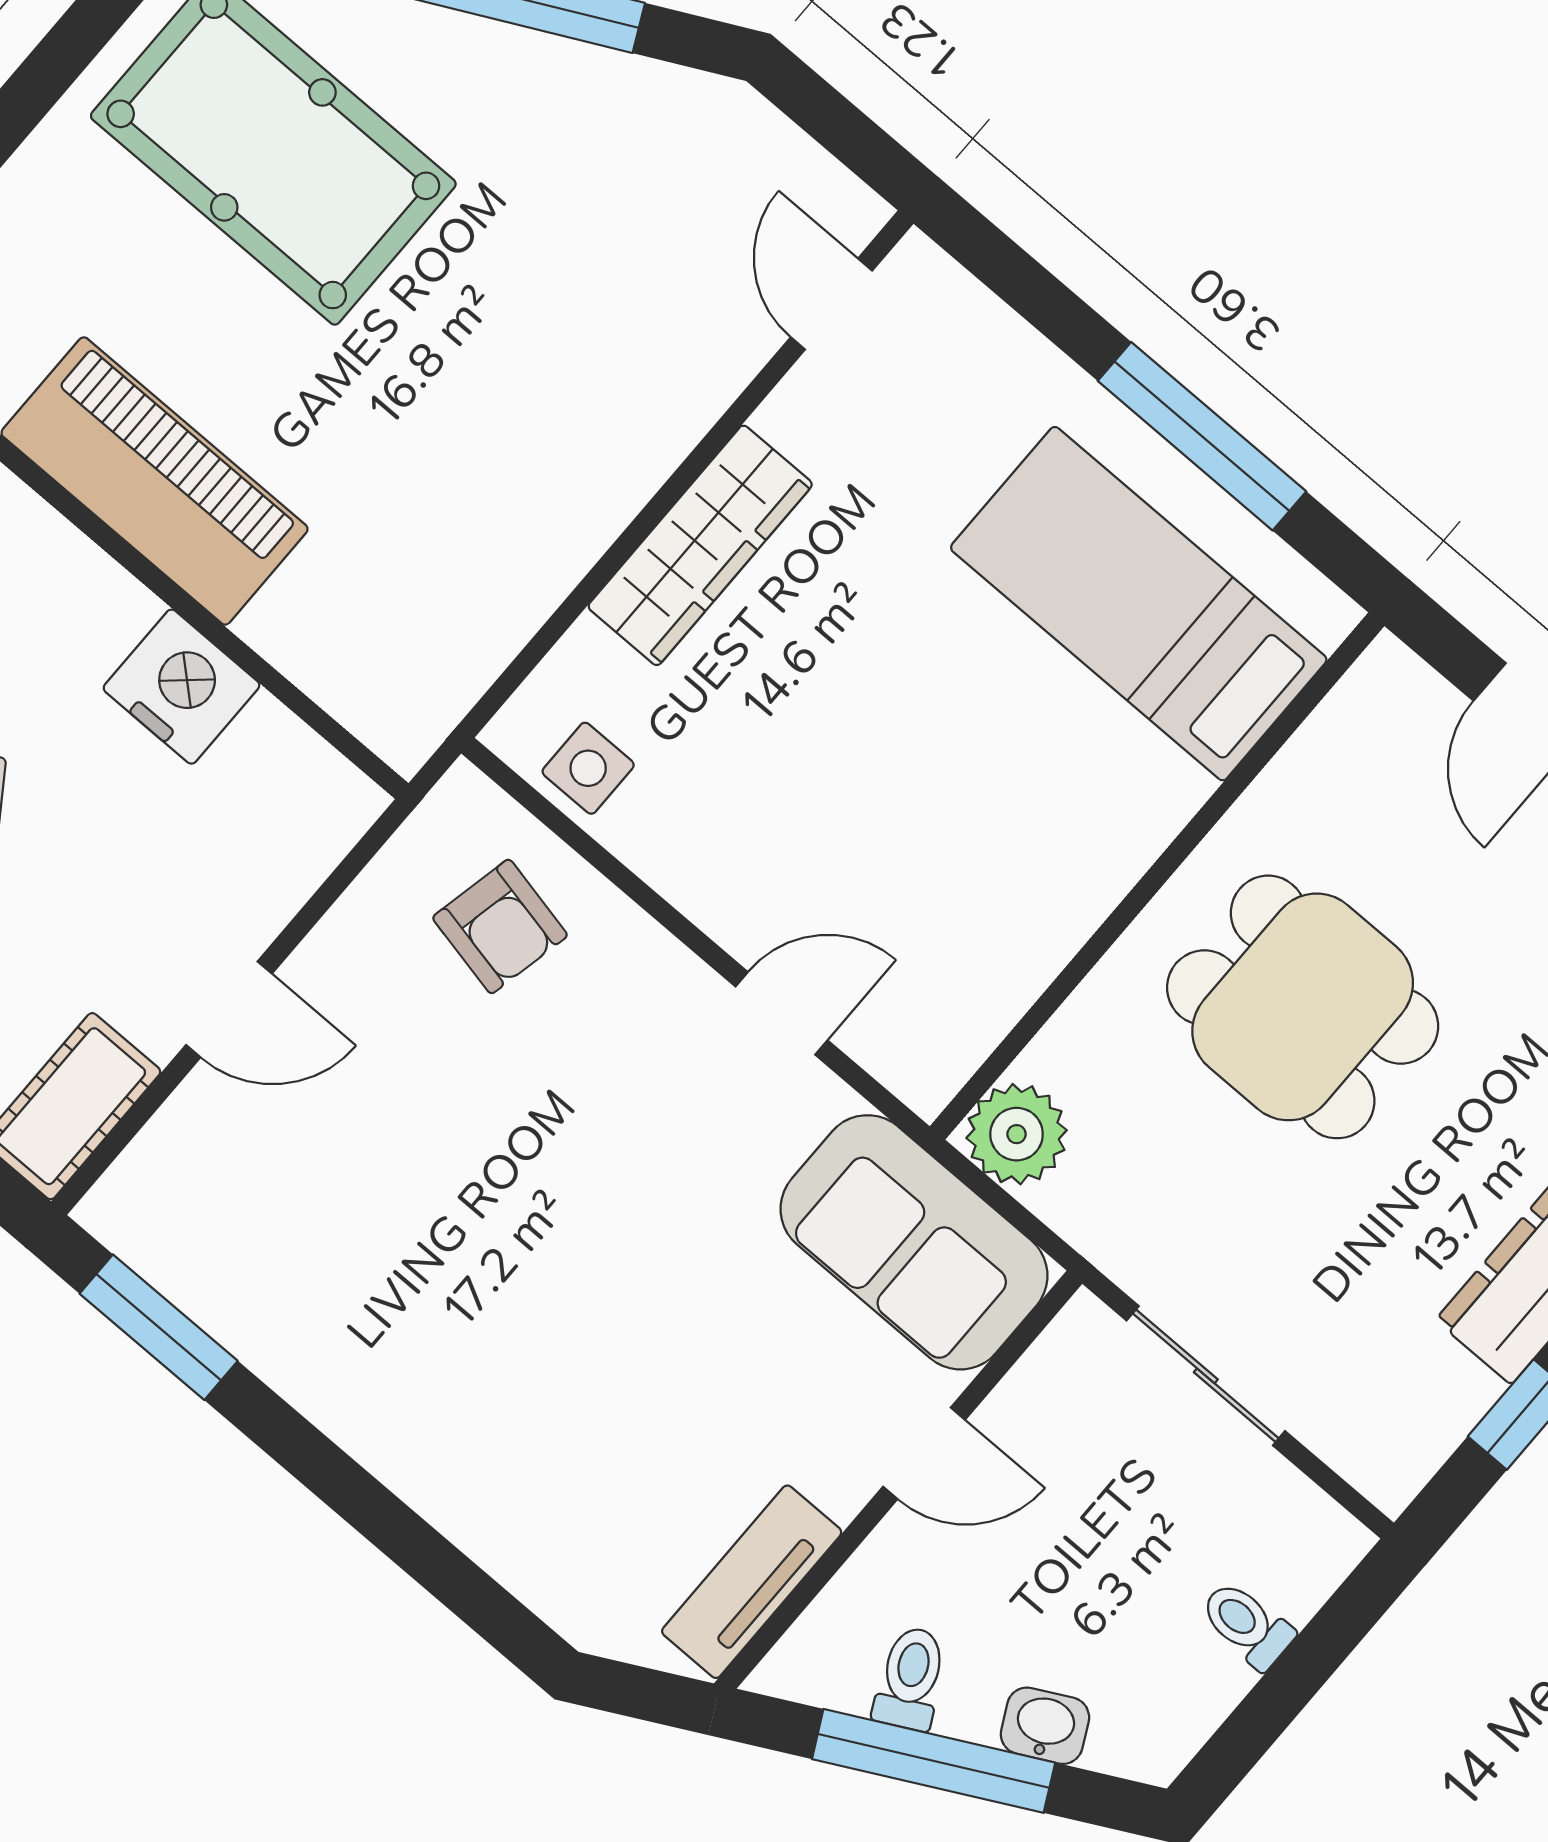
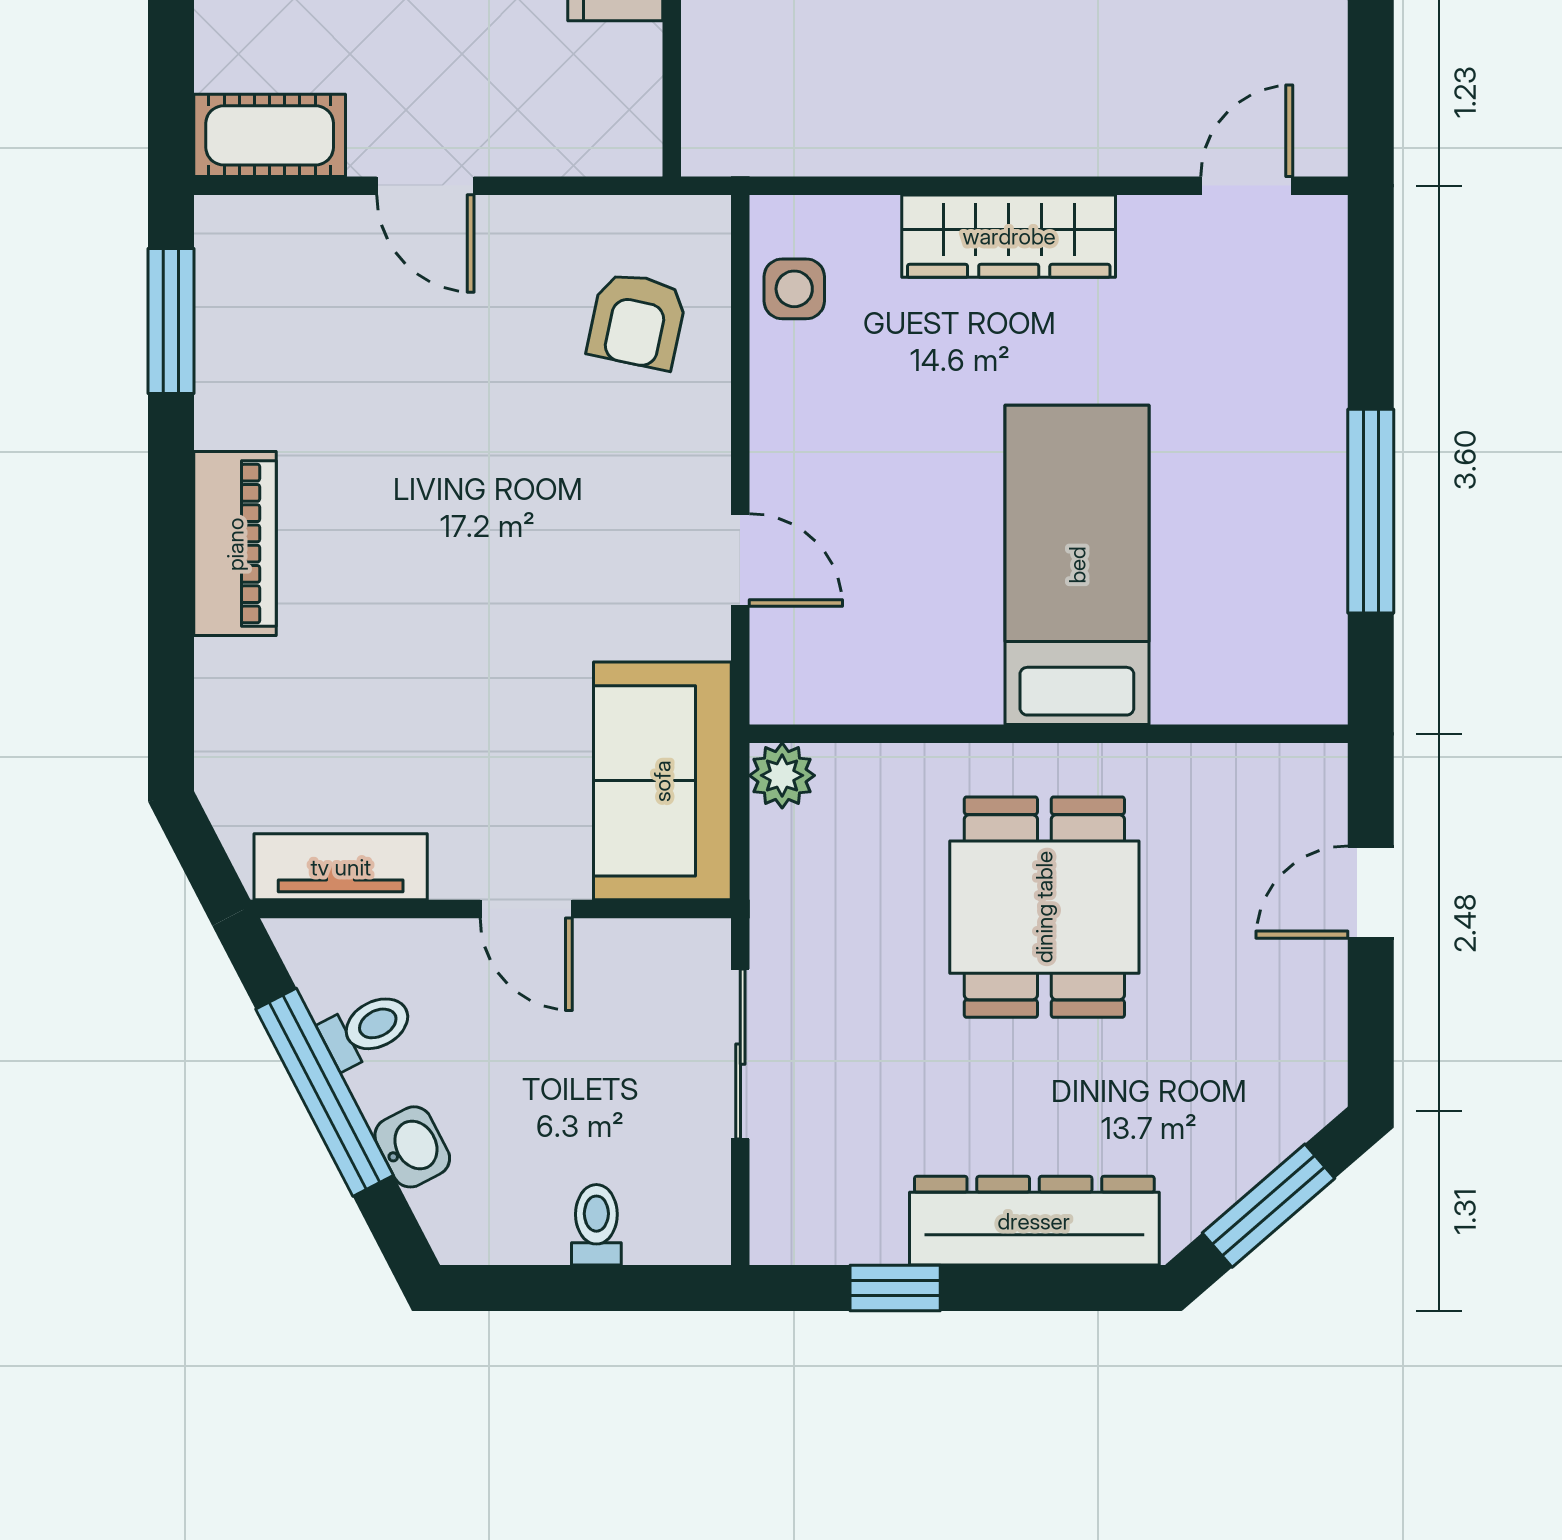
bed: (1139, 604) -> (1077, 565), moved
plant: (1017, 1134) -> (782, 775), width x0.73, depth x0.73
piano: (397, 1435) -> (235, 544), added

